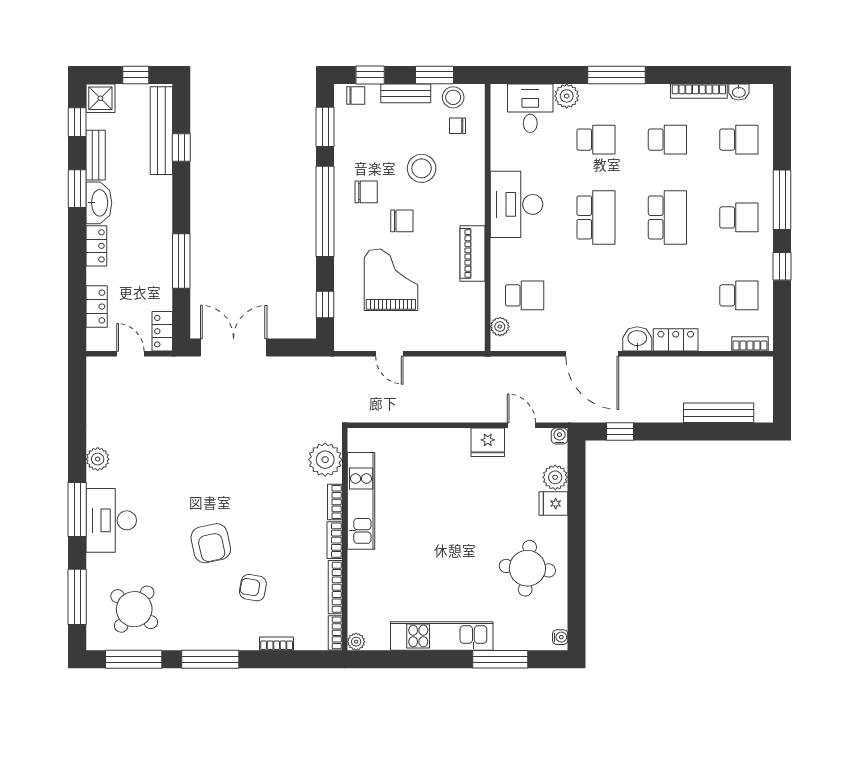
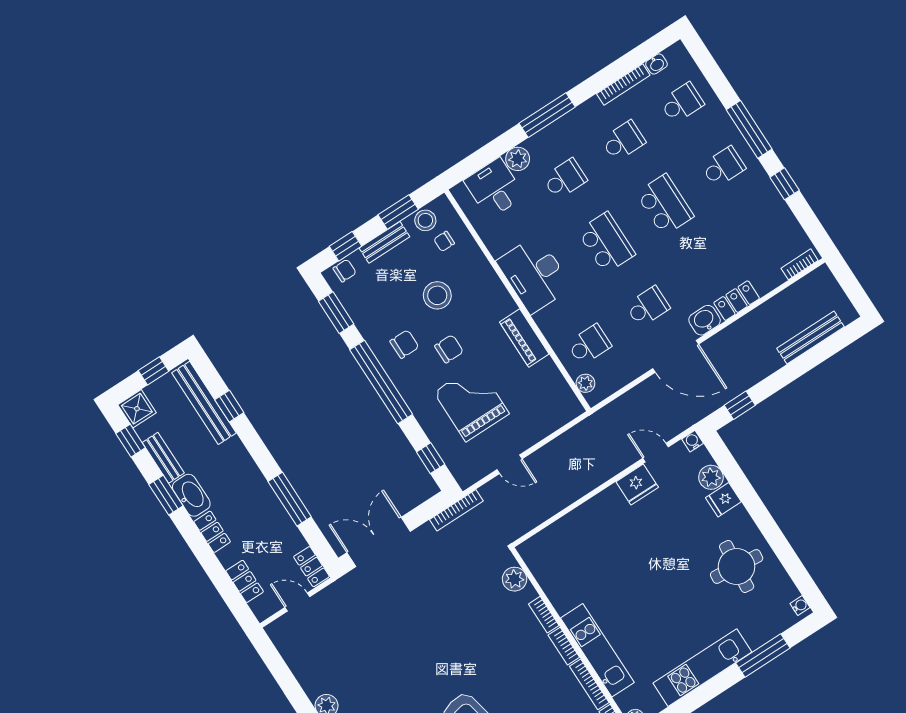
school desk: (739, 295) -> (648, 307), moved
bookcase: (318, 364) -> (456, 510), added
plant: (325, 460) -> (515, 579), width x0.73, depth x0.73
kitchen unit: (361, 501) -> (597, 650), moved

